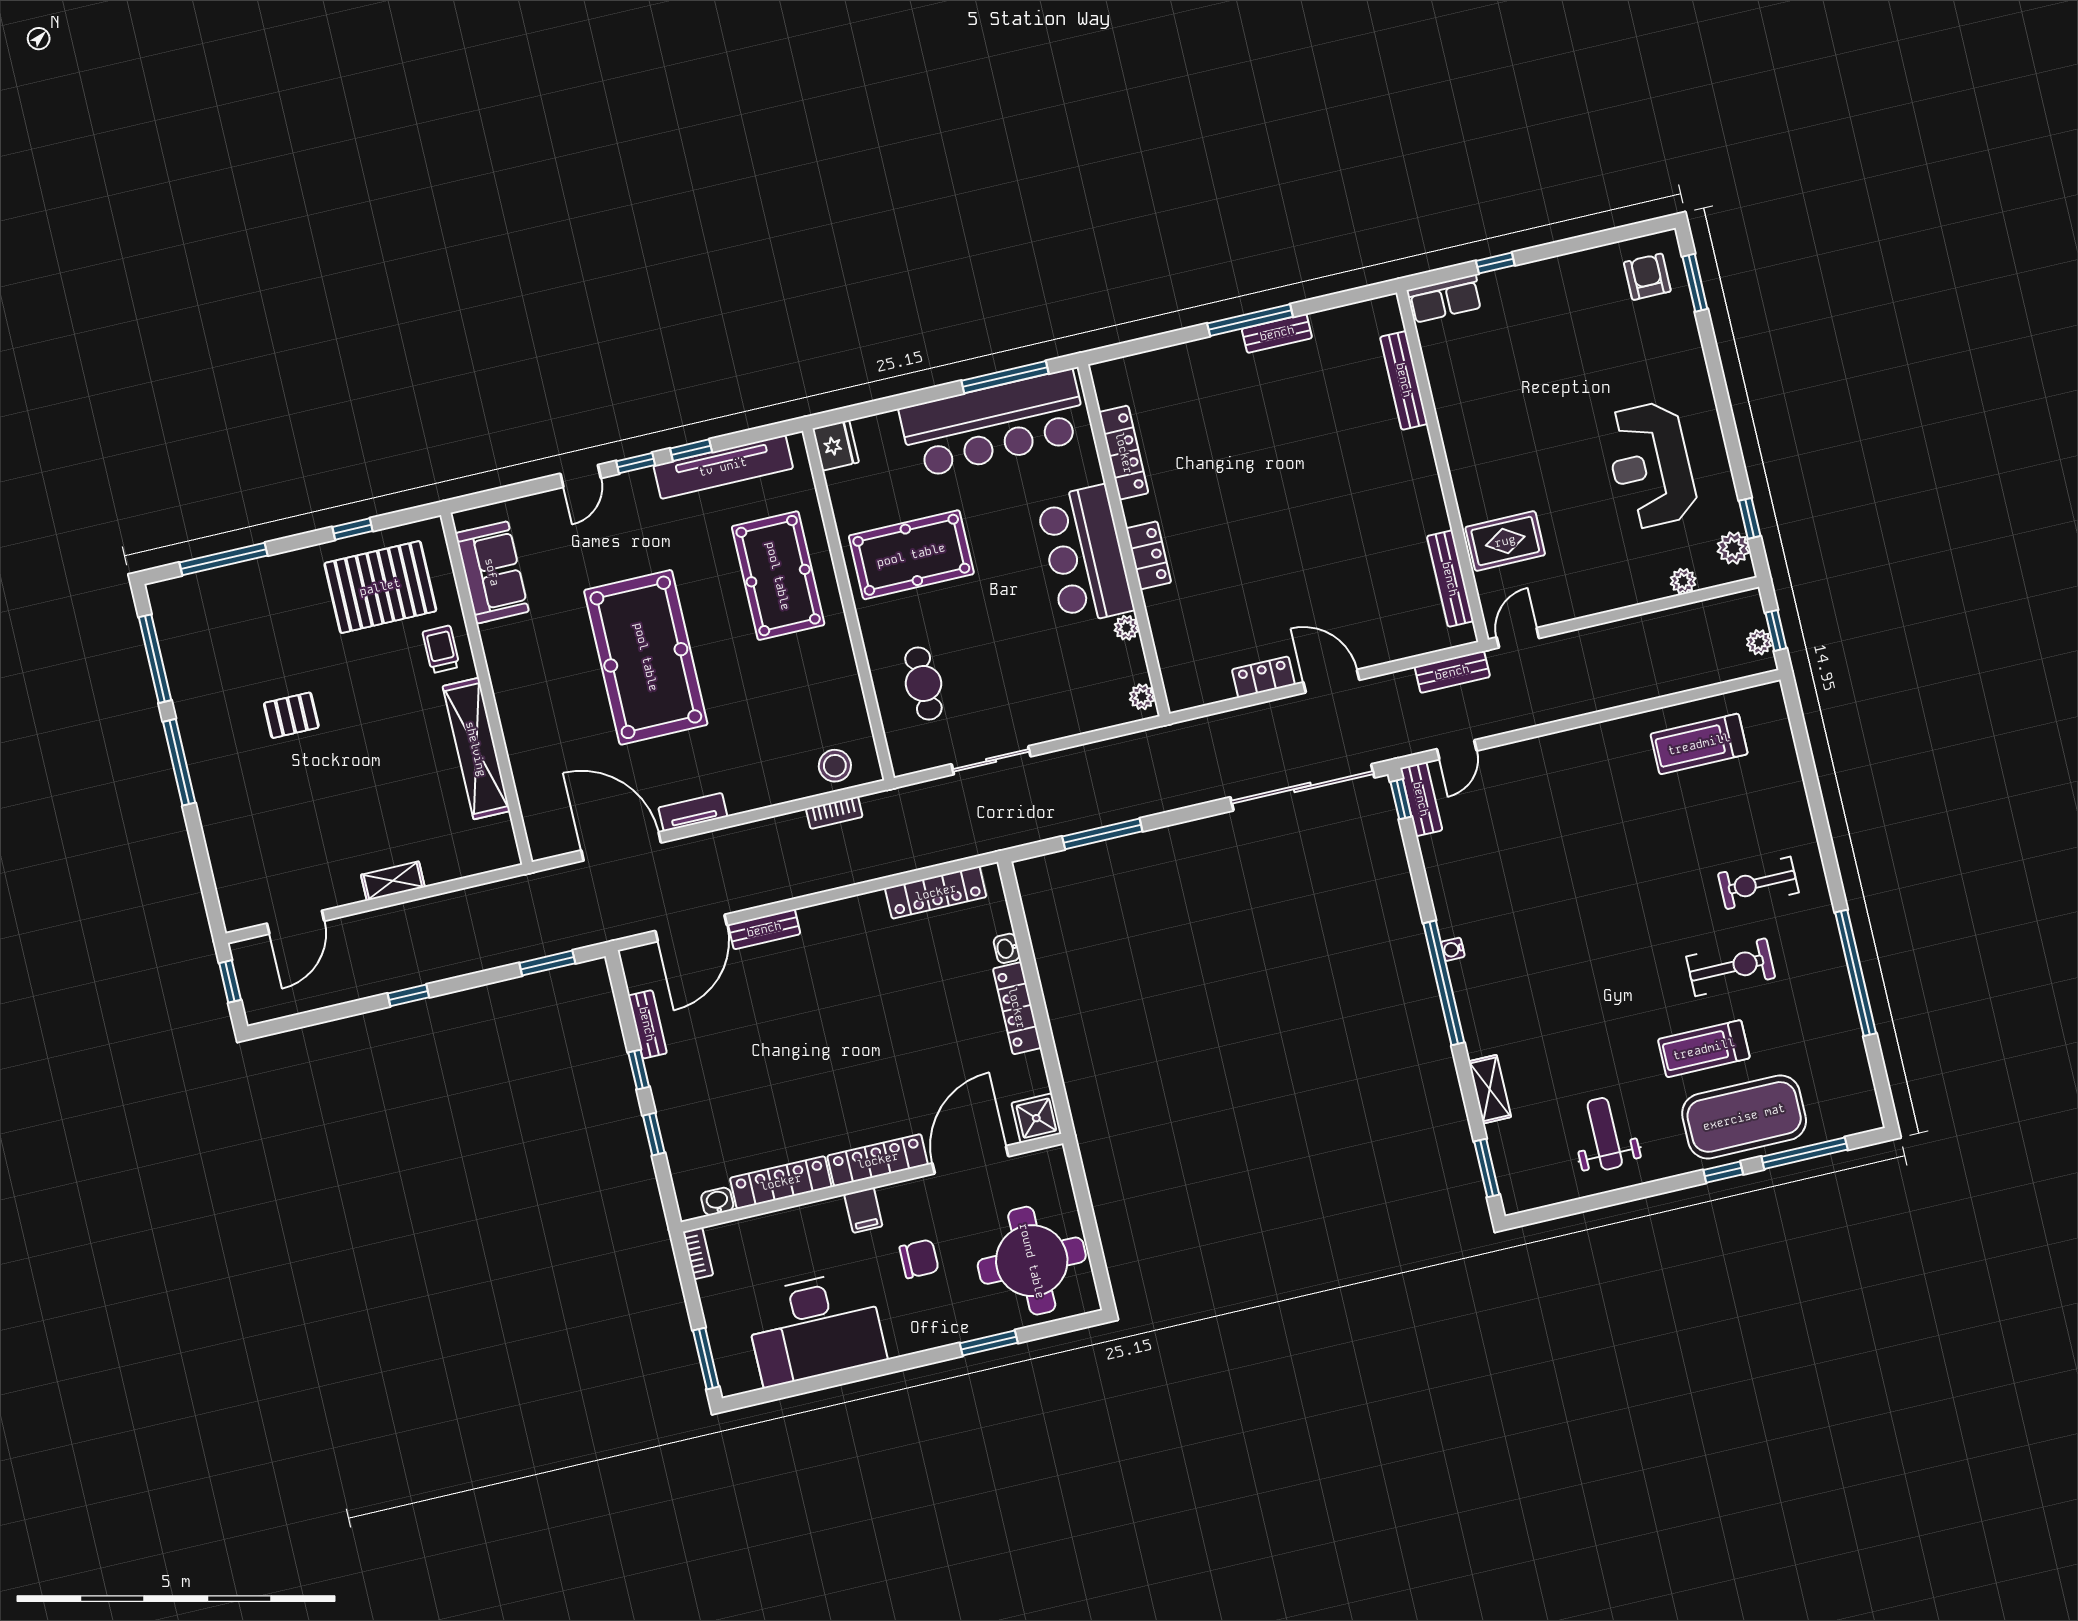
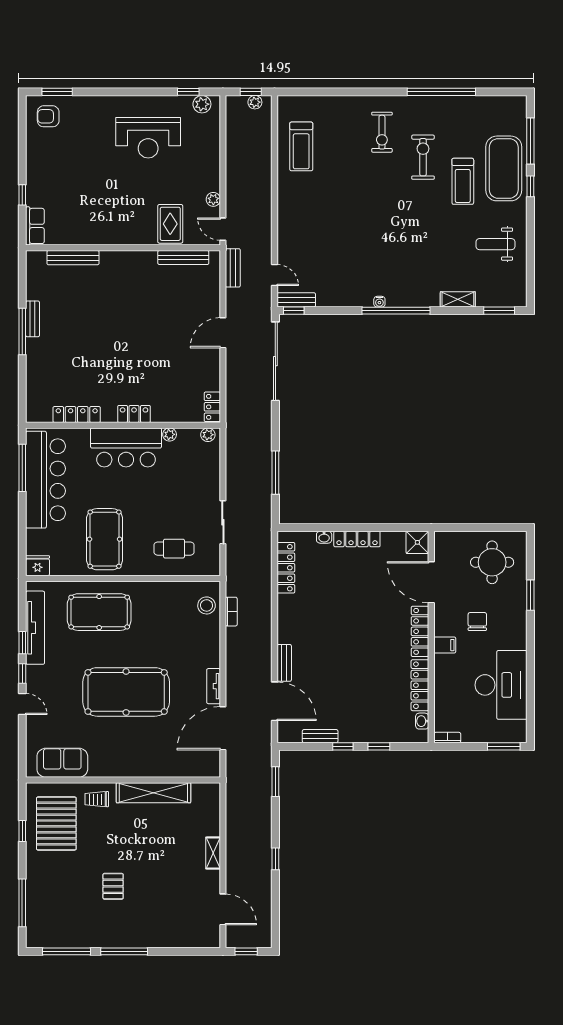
plant: (1683, 581) -> (213, 199), moved
locker: (1263, 677) -> (212, 407), moved
round table: (1032, 1261) -> (492, 562), width x0.73, depth x0.73

